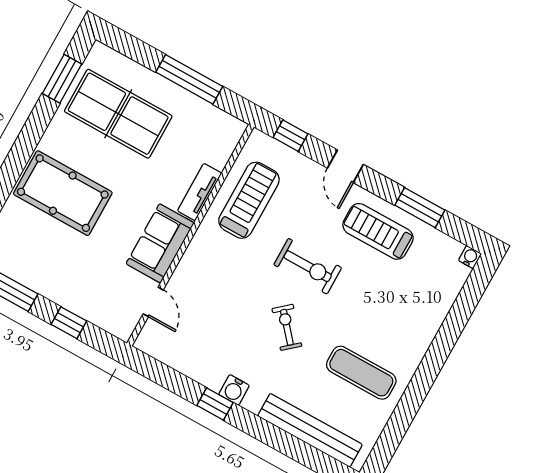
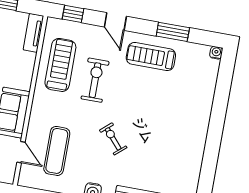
tv unit: (200, 192) -> (33, 33), moved
exercise bike: (308, 266) -> (95, 80), moved, turned -90
exercise mat: (361, 373) -> (57, 151), moved, turned 90

